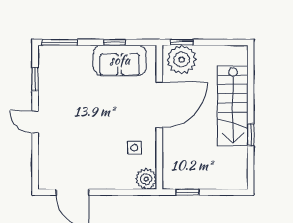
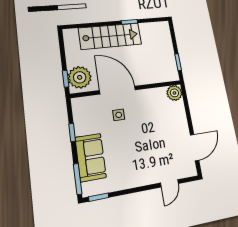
sofa: (120, 60) -> (91, 157), moved
window: (35, 79) -> (99, 197), moved
door: (35, 122) -> (169, 183), moved
side table: (134, 148) -> (119, 115), moved

